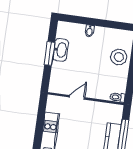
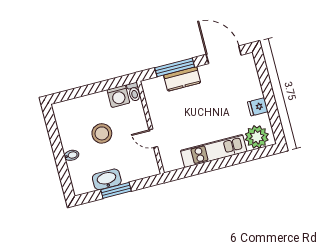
stool: (119, 57) -> (102, 133), moved
washing machine: (119, 84) -> (118, 96), added

